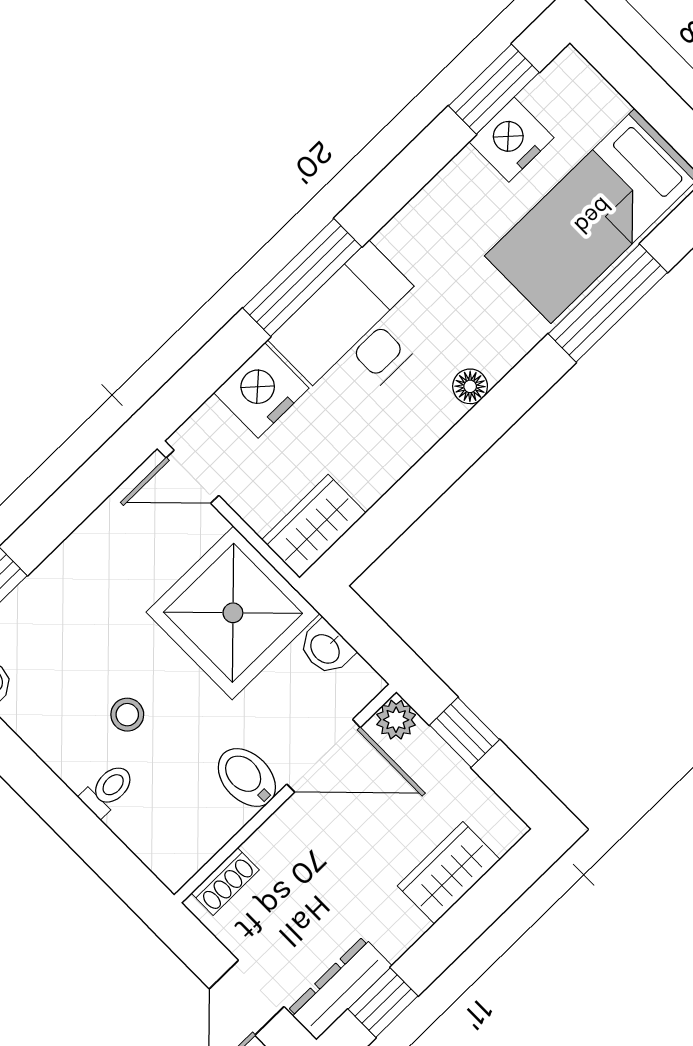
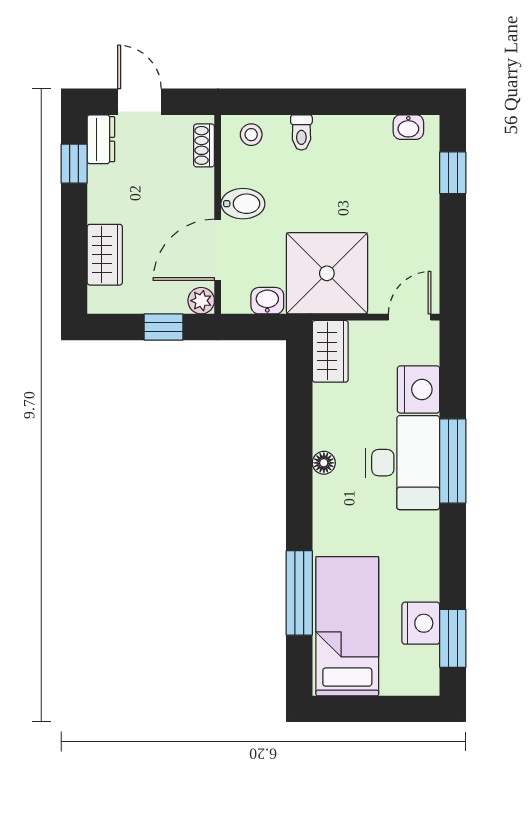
floor lamp: (470, 386) -> (324, 463), moved
stool: (127, 715) -> (251, 135), moved
dresser: (340, 988) -> (101, 139), width x0.70

